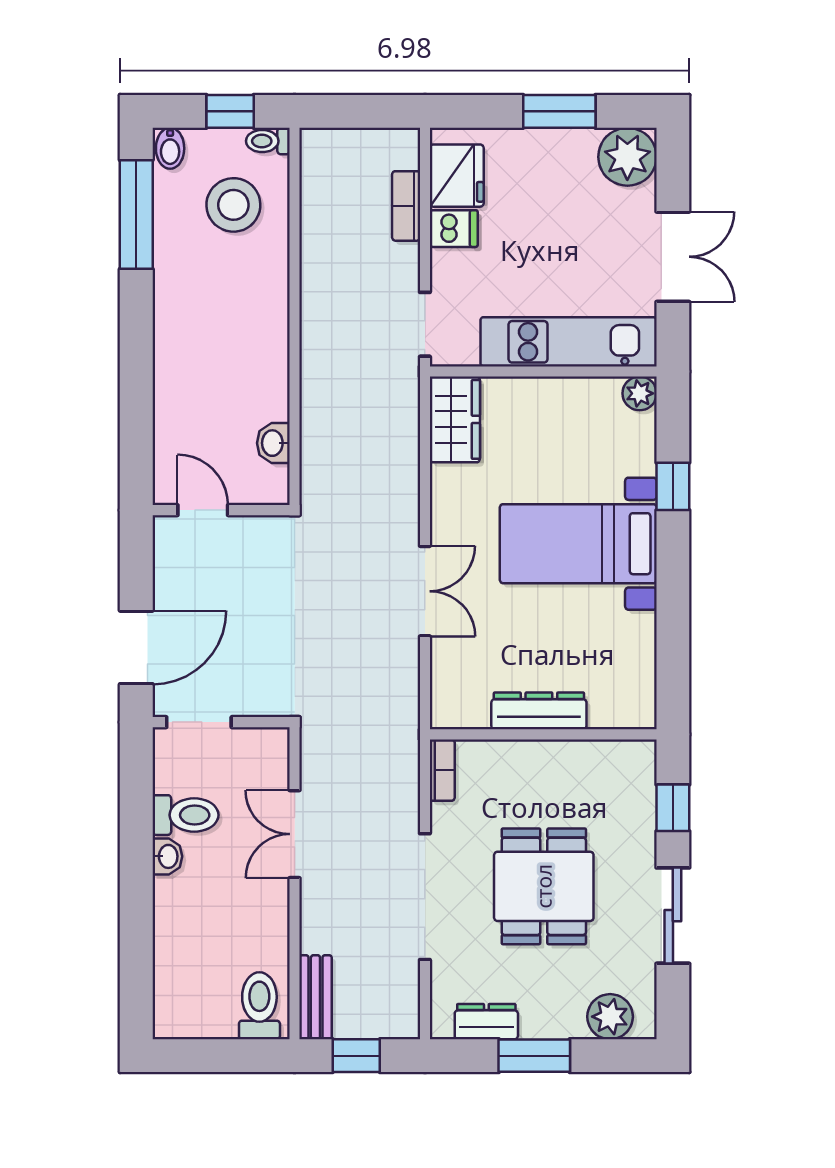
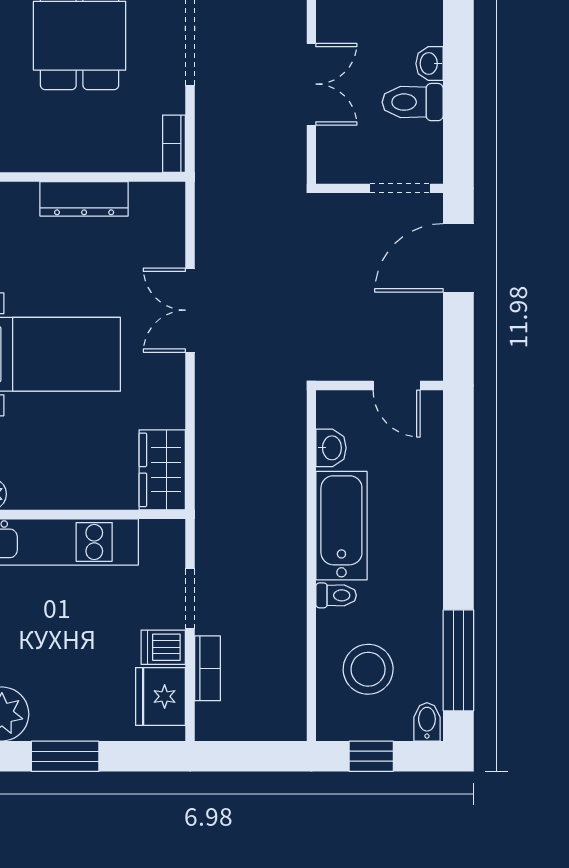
toilet: (268, 141) -> (336, 595), moved
doorway: (425, 324) -> (190, 599), moved
bathtub: (262, 359) -> (341, 526), added

